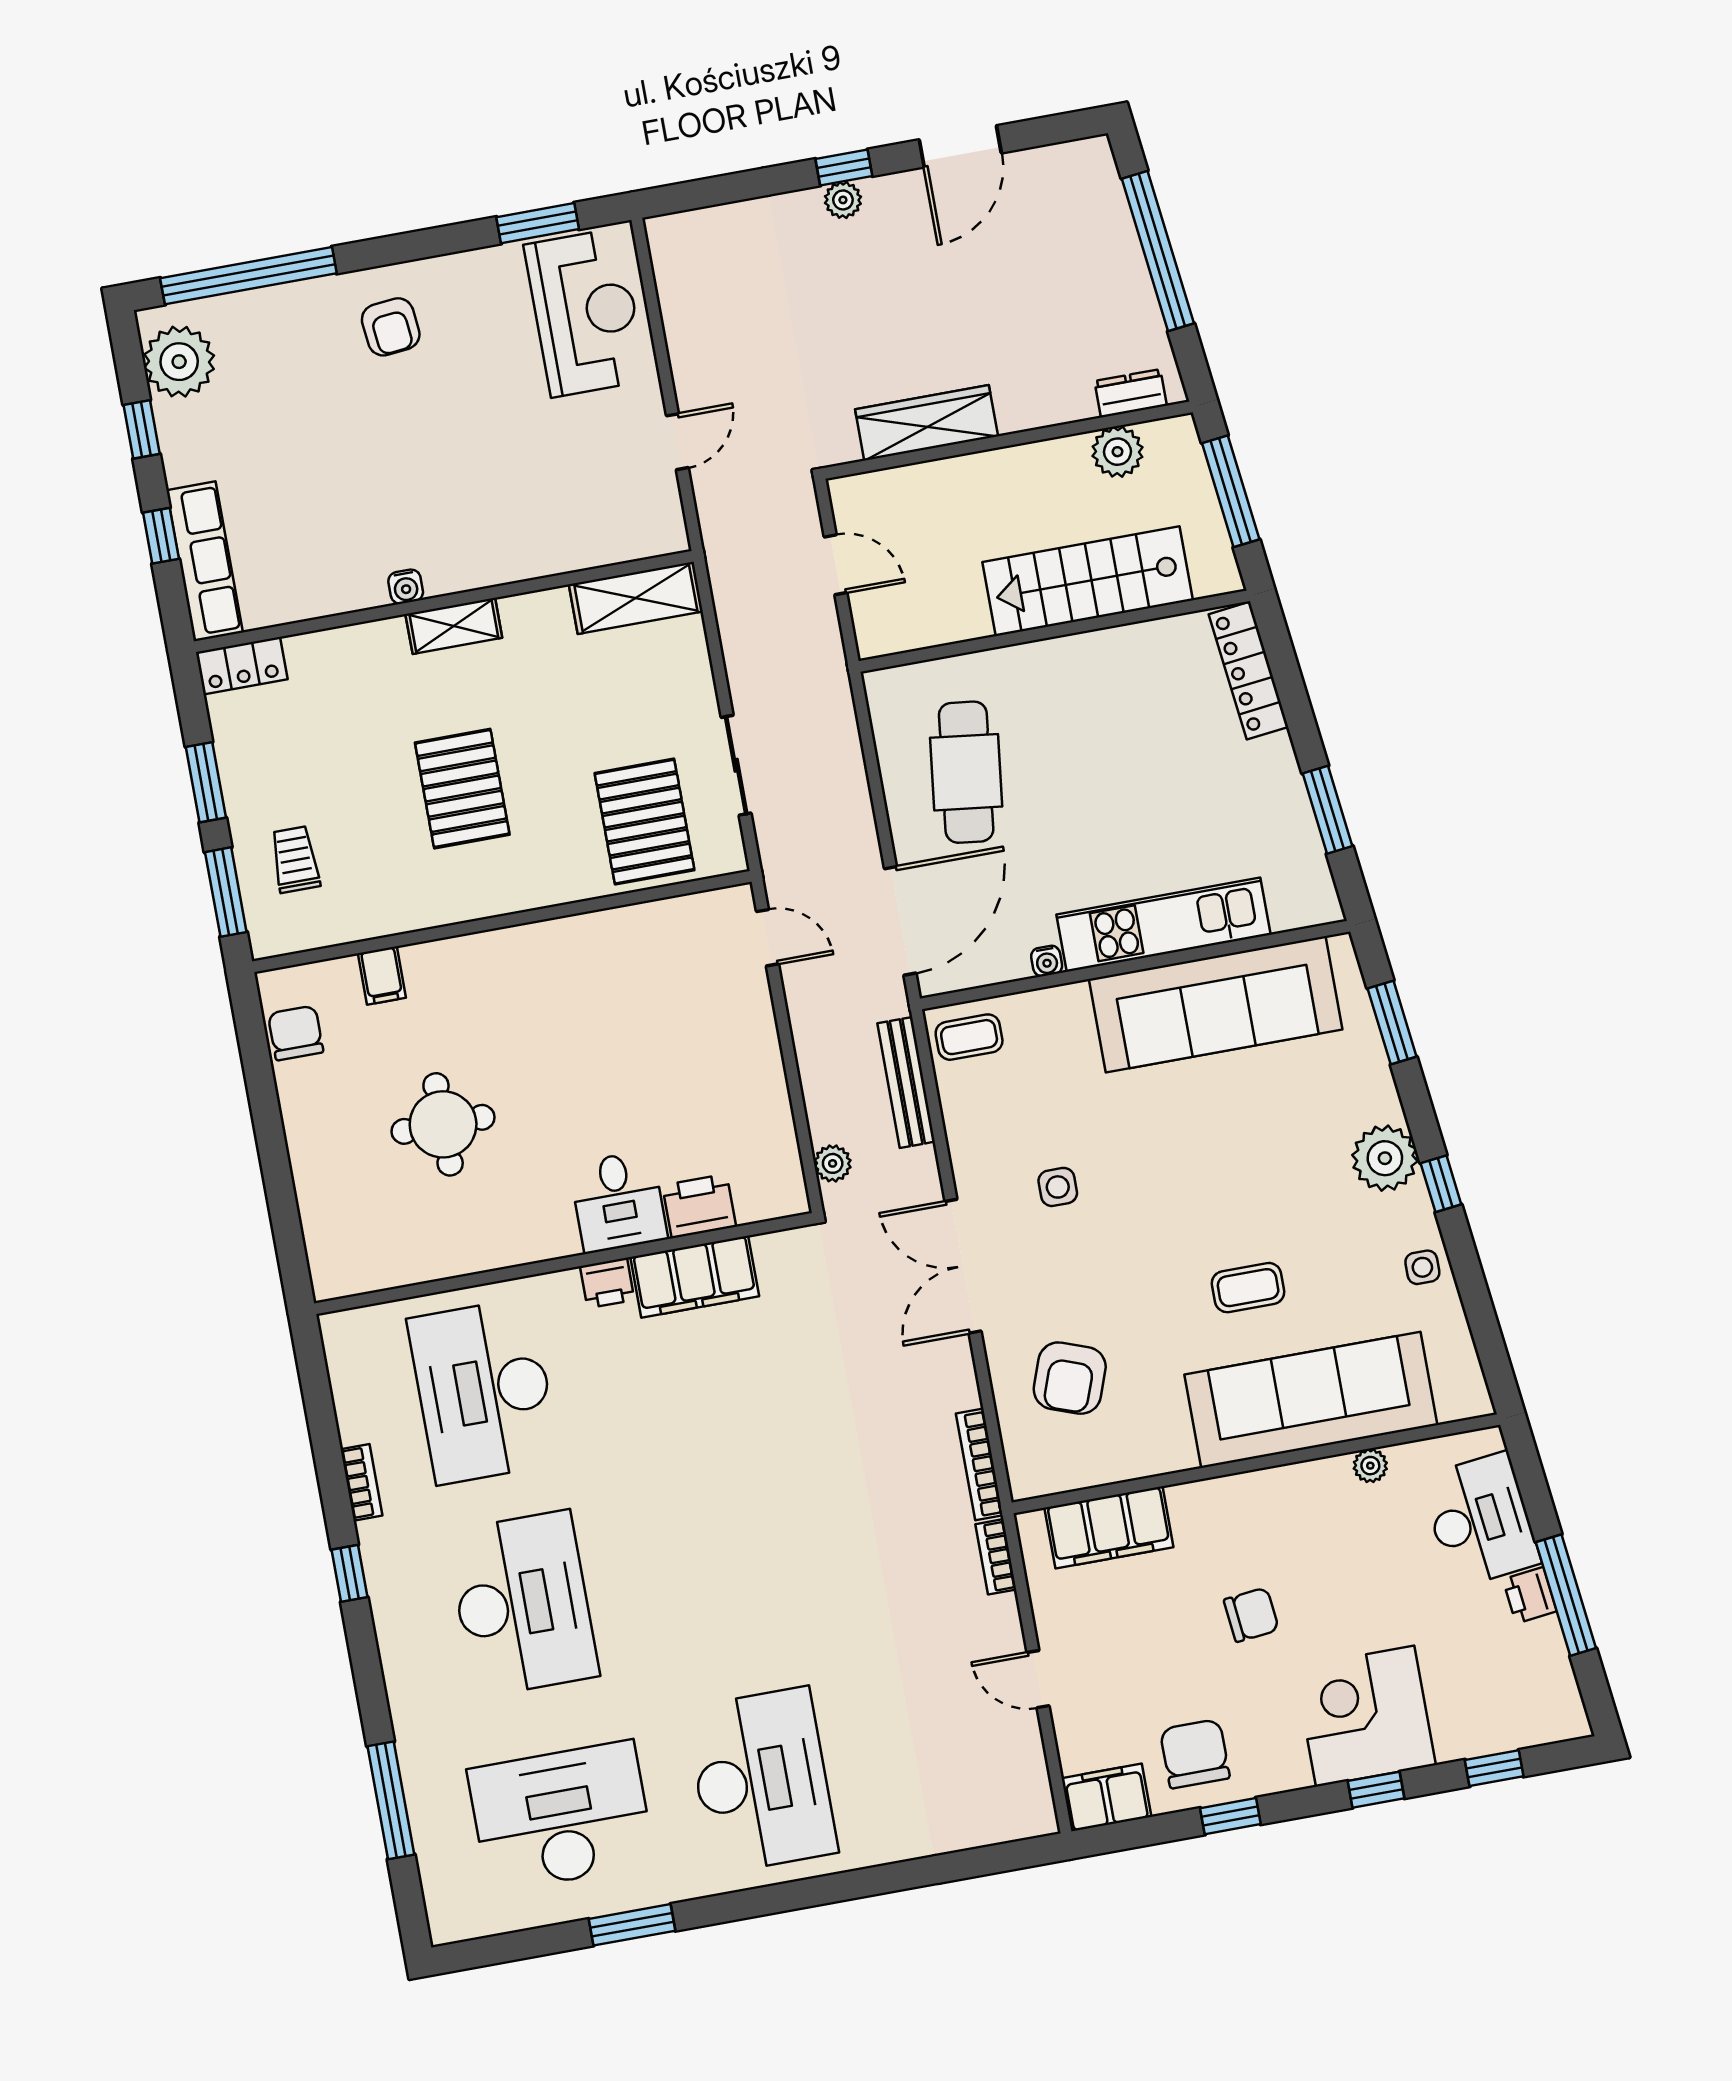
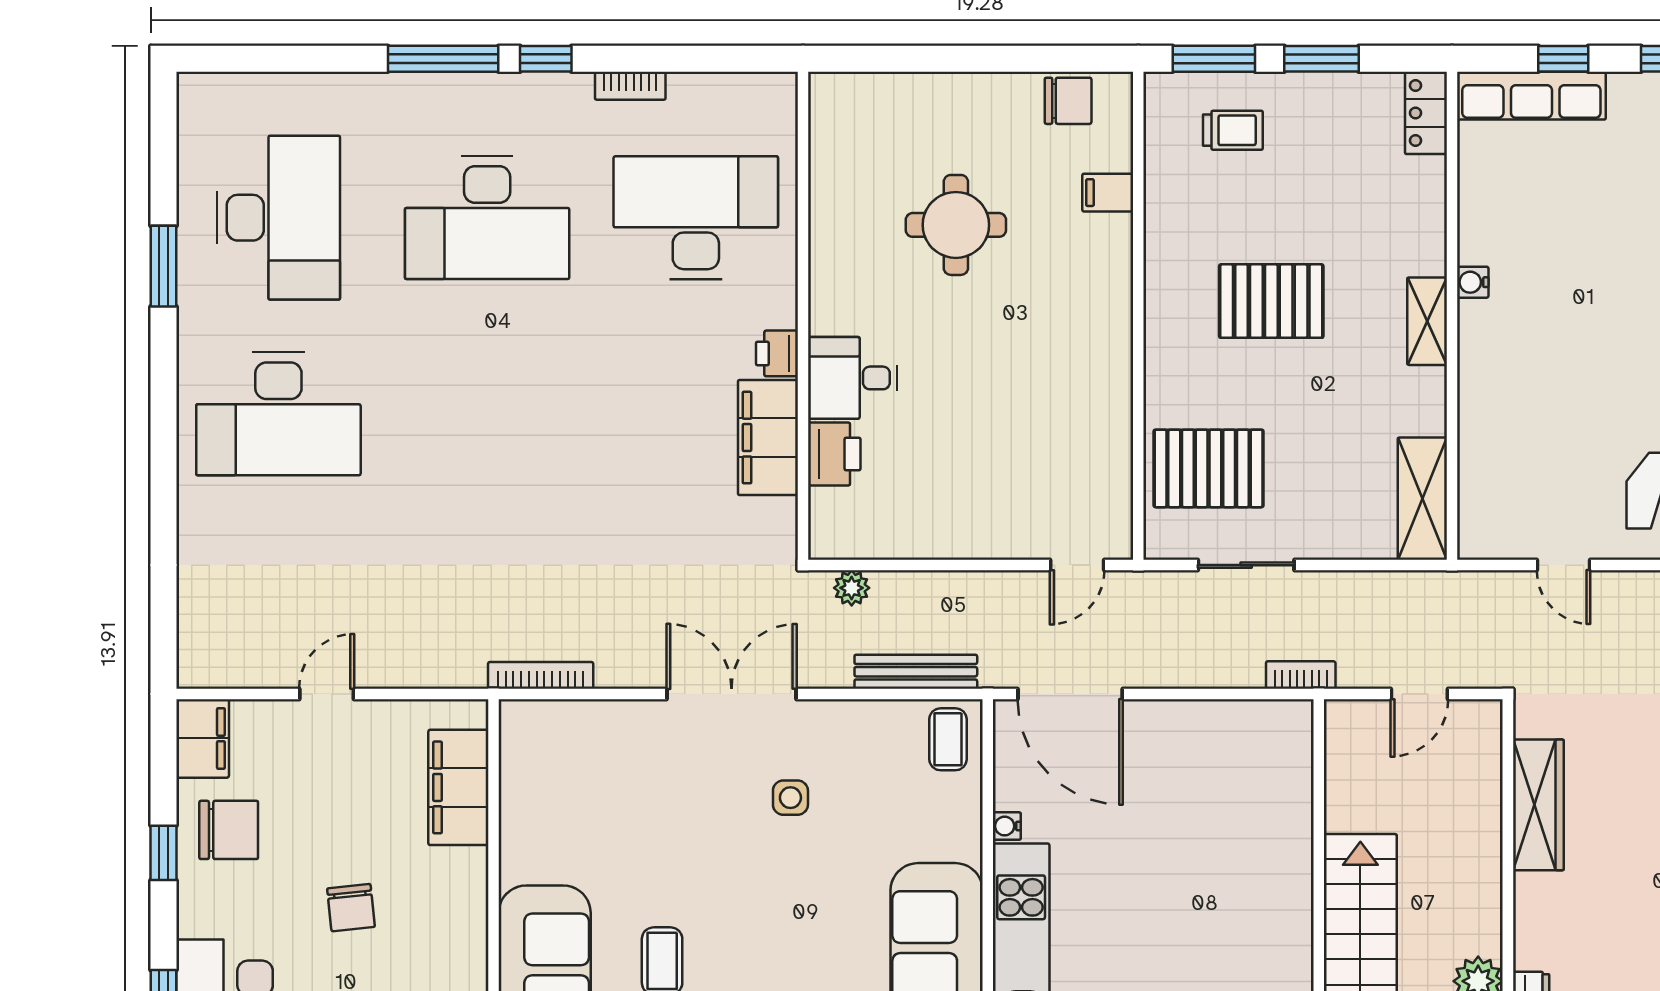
cafe table: (966, 772) -> (1200, 782), removed
armchair: (1070, 1378) -> (607, 776), removed
bookcase: (996, 1557) -> (1301, 675), moved
window: (391, 1800) -> (443, 59), moved

